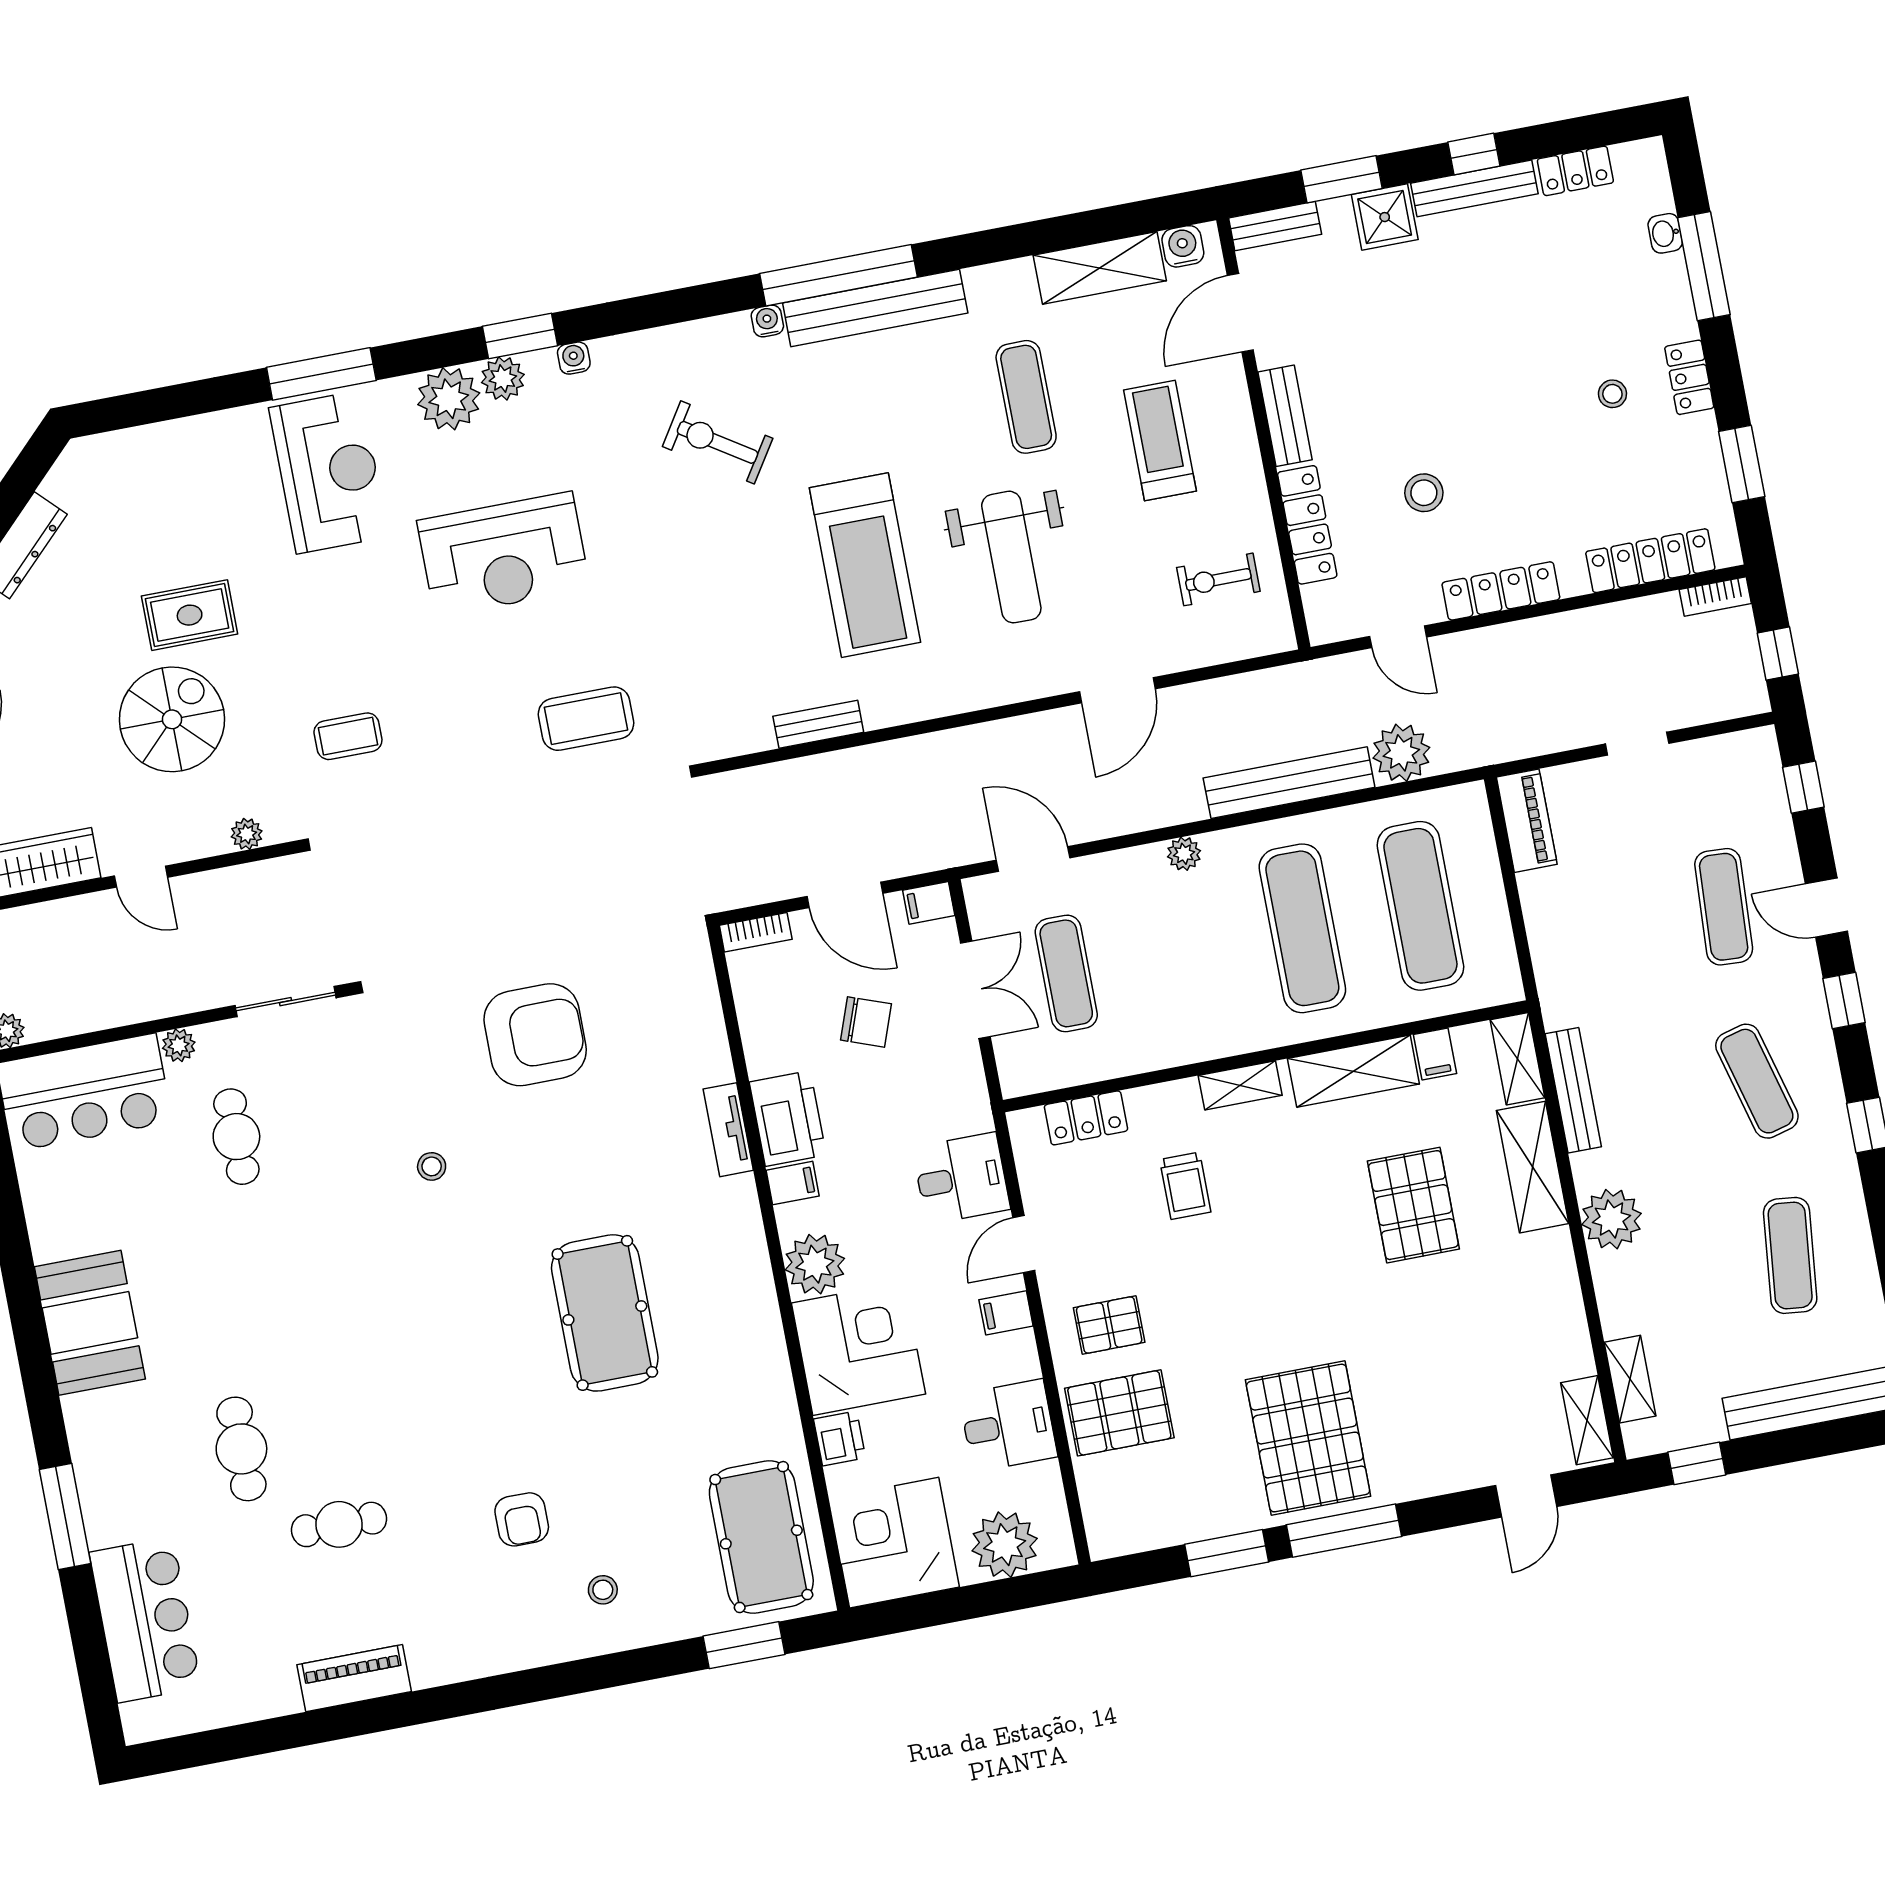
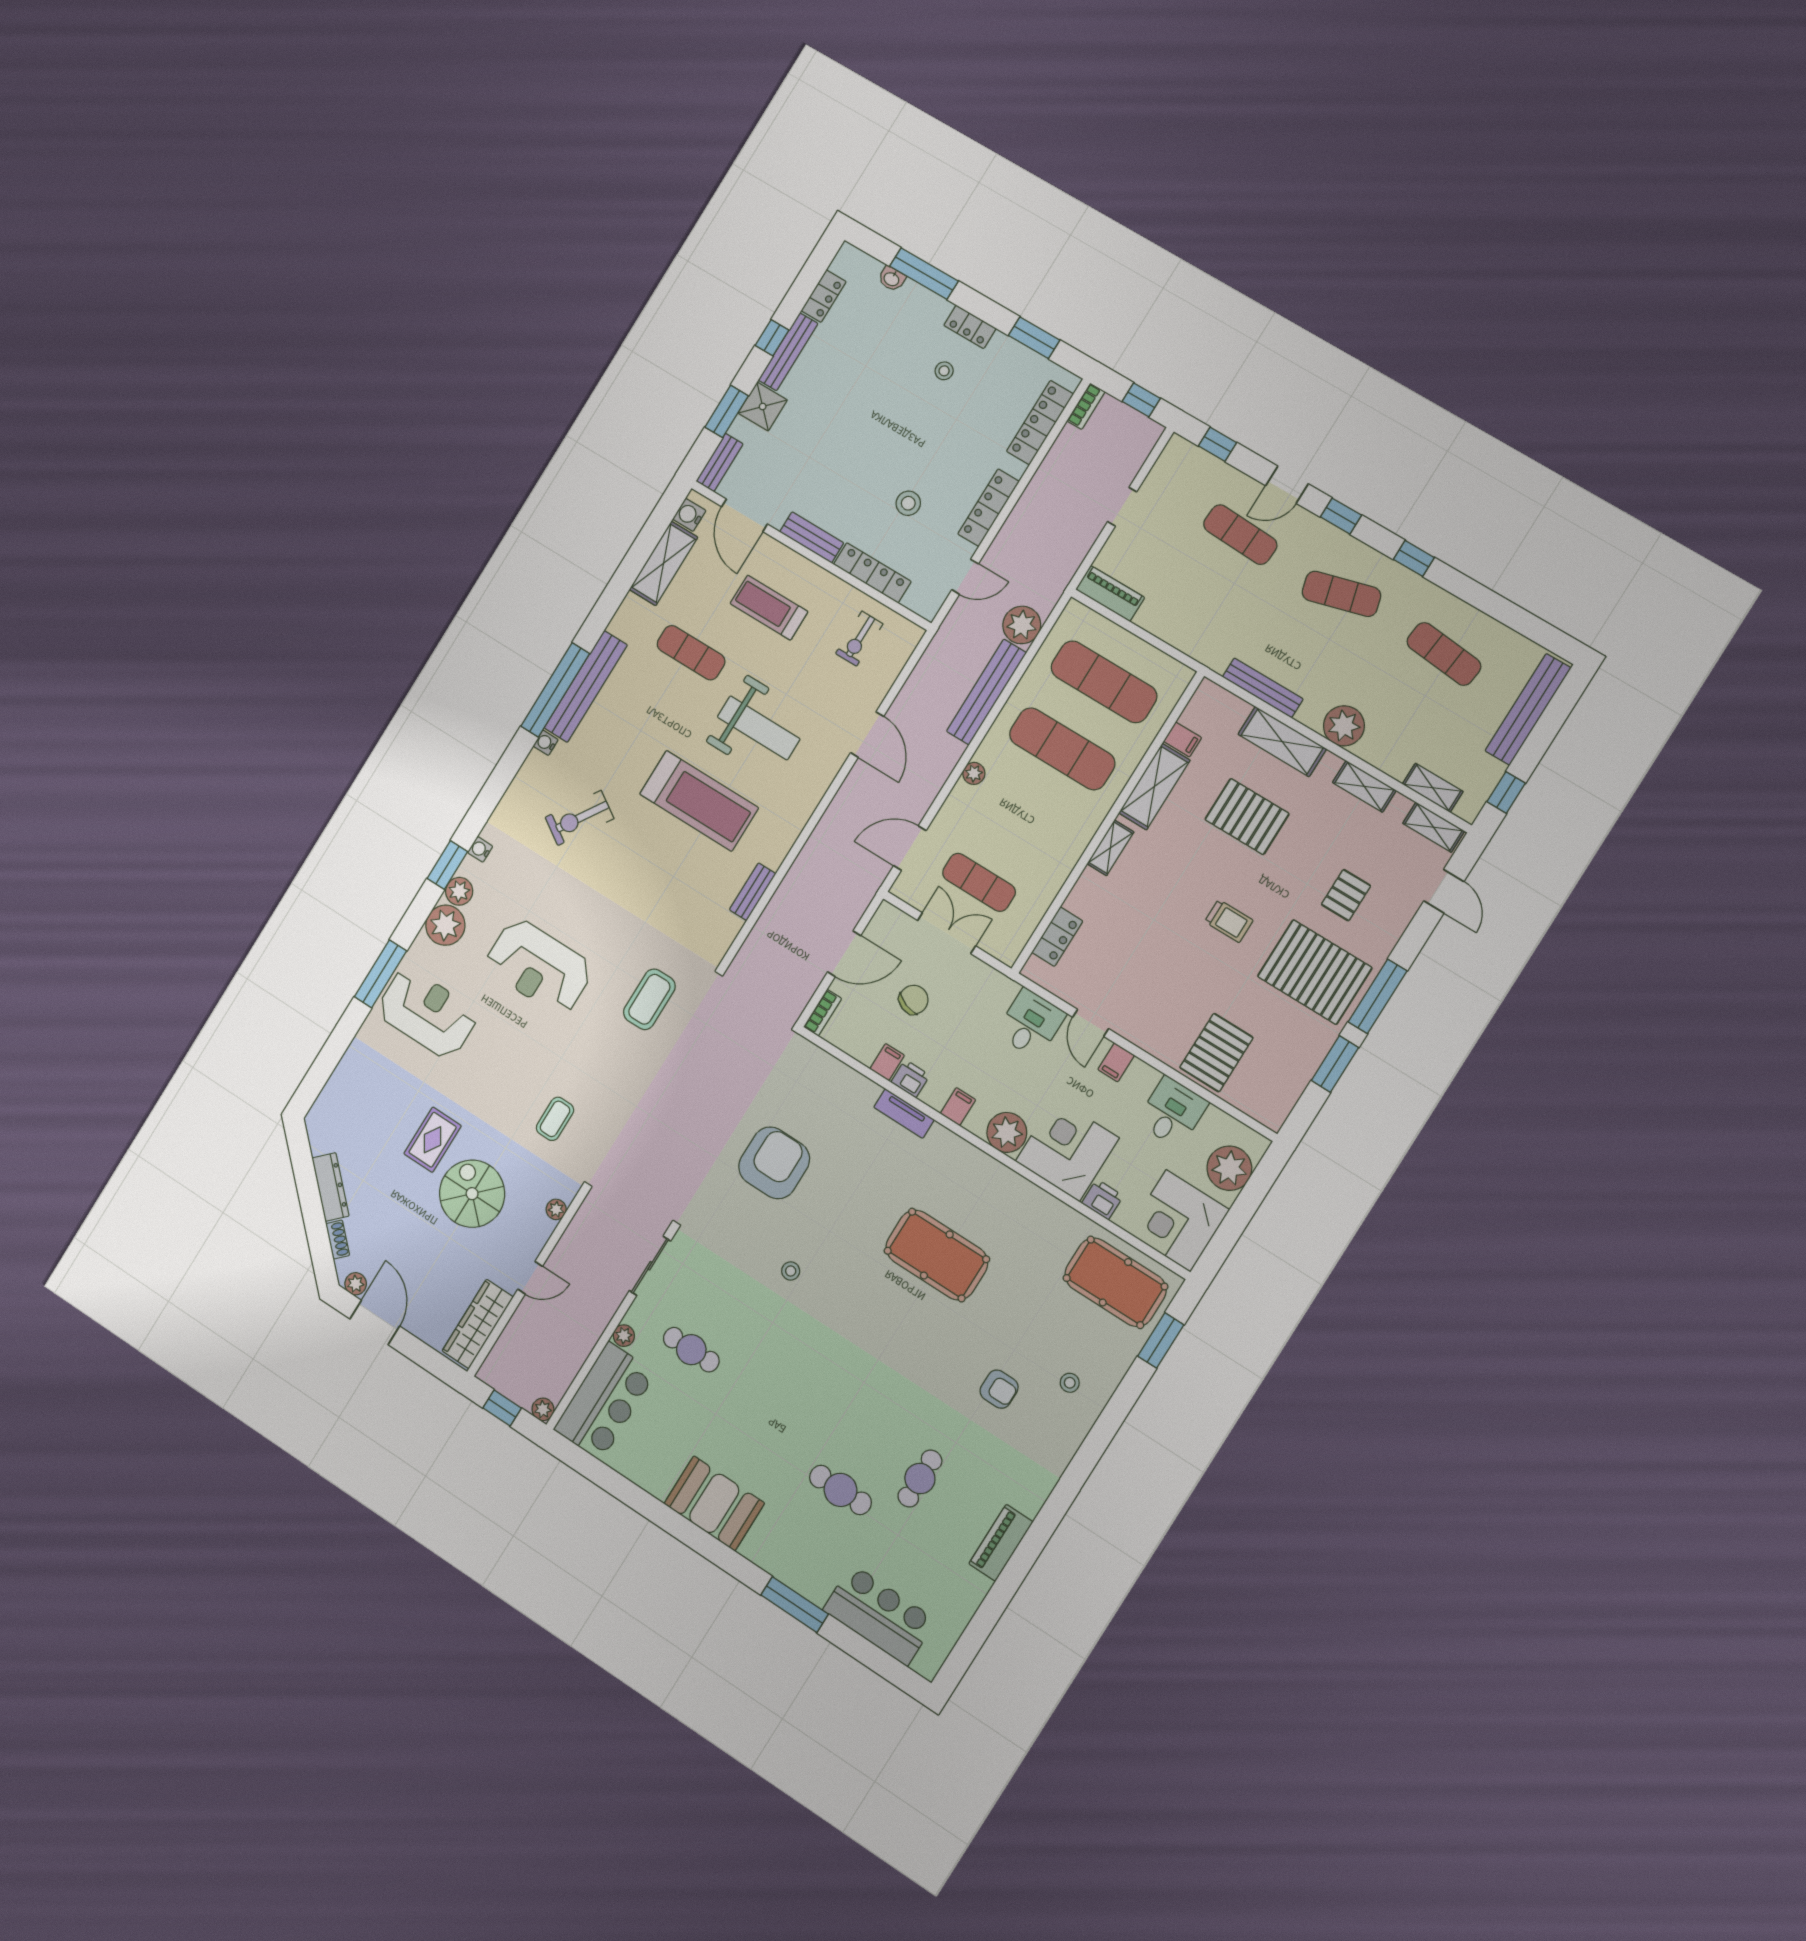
reception desk: (504, 554) -> (539, 967), turned 90
filing cabinet: (929, 903) -> (887, 1062), moved, turned 180
shelving: (1517, 1059) -> (1364, 786), moved
printer: (788, 1119) -> (910, 1079), width x0.53, depth x0.68
trolley: (1185, 1186) -> (1229, 921), moved
pallet: (1109, 1325) -> (1346, 895), moved

